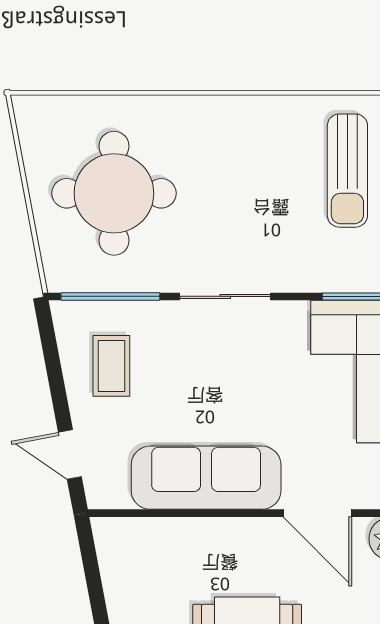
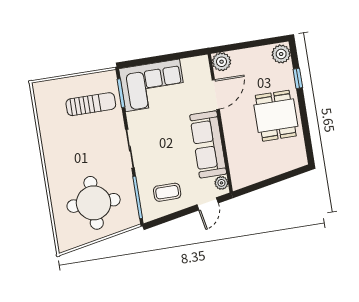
sun lounger: (347, 171) -> (91, 104), moved
plant: (113, 494) -> (221, 183), added

